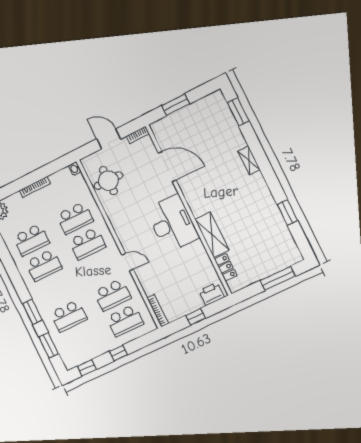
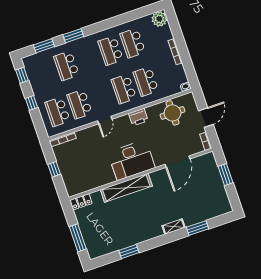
window: (238, 112) -> (198, 228), moved
shelving: (212, 235) -> (126, 188), width x1.47
locker: (226, 267) -> (81, 202), moved
printer: (212, 294) -> (138, 117), moved, turned 90

